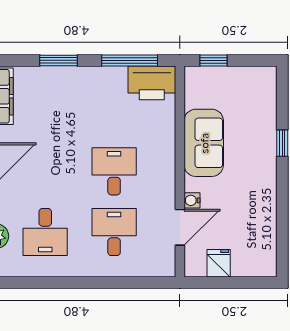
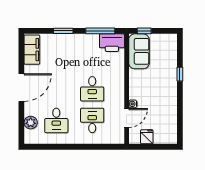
sofa: (204, 143) -> (139, 51), moved
desk: (114, 171) -> (92, 89), turned 180

